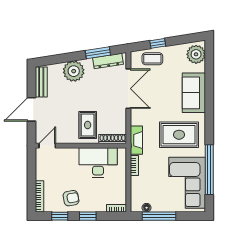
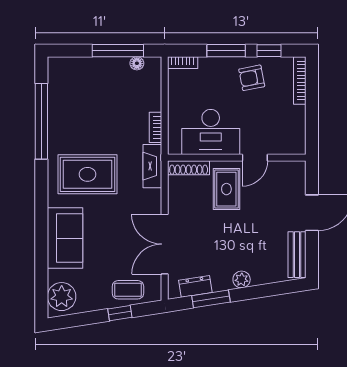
dresser: (108, 61) -> (195, 286), width x0.70
plant: (74, 71) -> (242, 279), width x0.53, depth x0.53
door: (47, 146) -> (255, 158), moved
corner sofa: (187, 183) -> (75, 101), removed
window: (88, 216) -> (226, 51), width x1.50

